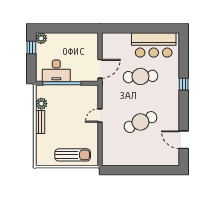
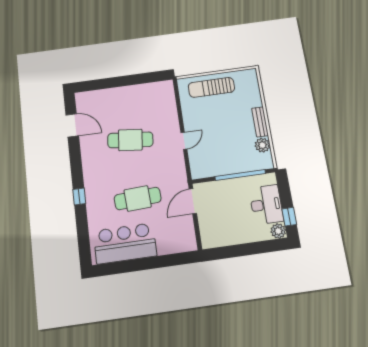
desk: (56, 71) -> (266, 205), moved, turned 90
cafe table: (140, 122) -> (130, 140), turned 30

